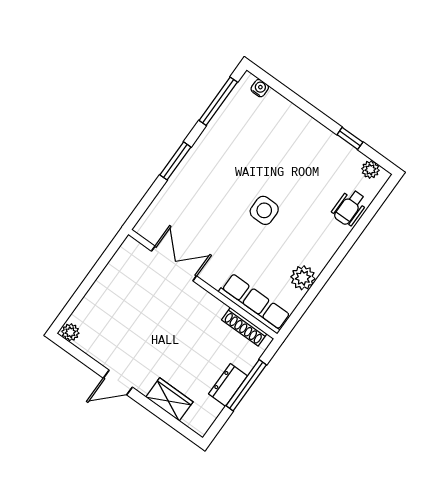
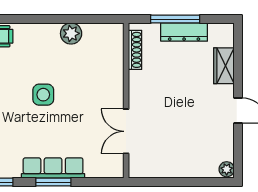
row of seats: (254, 304) -> (53, 168), moved, turned 90
dresser: (228, 385) -> (184, 32), width x1.44

